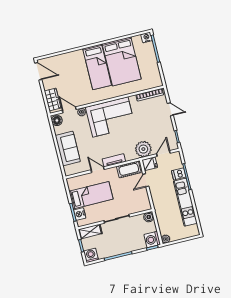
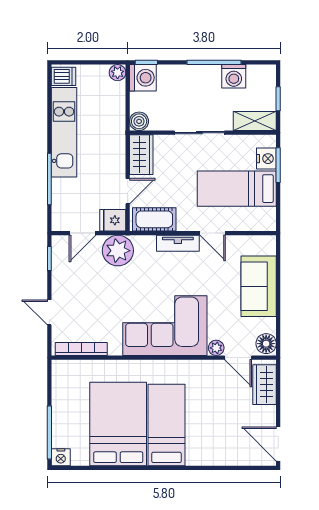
dishwasher: (179, 174) -> (63, 76), moved
wardrobe: (143, 200) -> (141, 155), added
washing machine: (91, 255) -> (234, 76), moved

